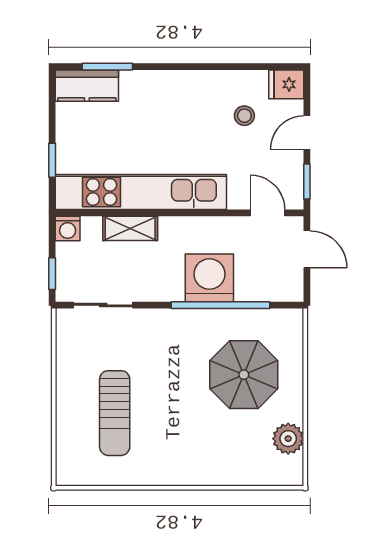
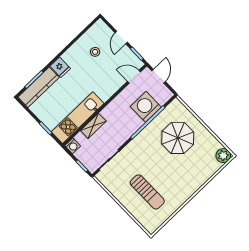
fridge: (286, 84) -> (60, 67), moved, turned -90
kitchen counter: (87, 86) -> (39, 87), width x1.50
kitchen unit: (141, 192) -> (78, 118), width x0.73
door: (307, 249) -> (159, 76), hinge flipped
washing machine: (209, 278) -> (146, 107), moved
plant: (288, 439) -> (223, 156), moved

